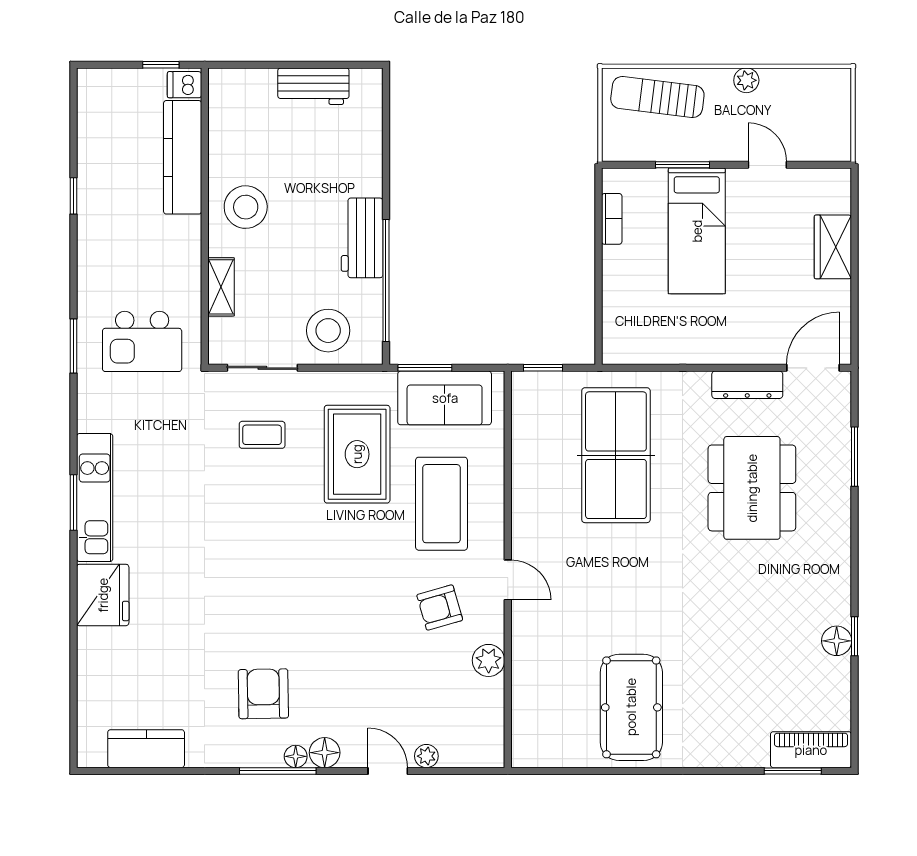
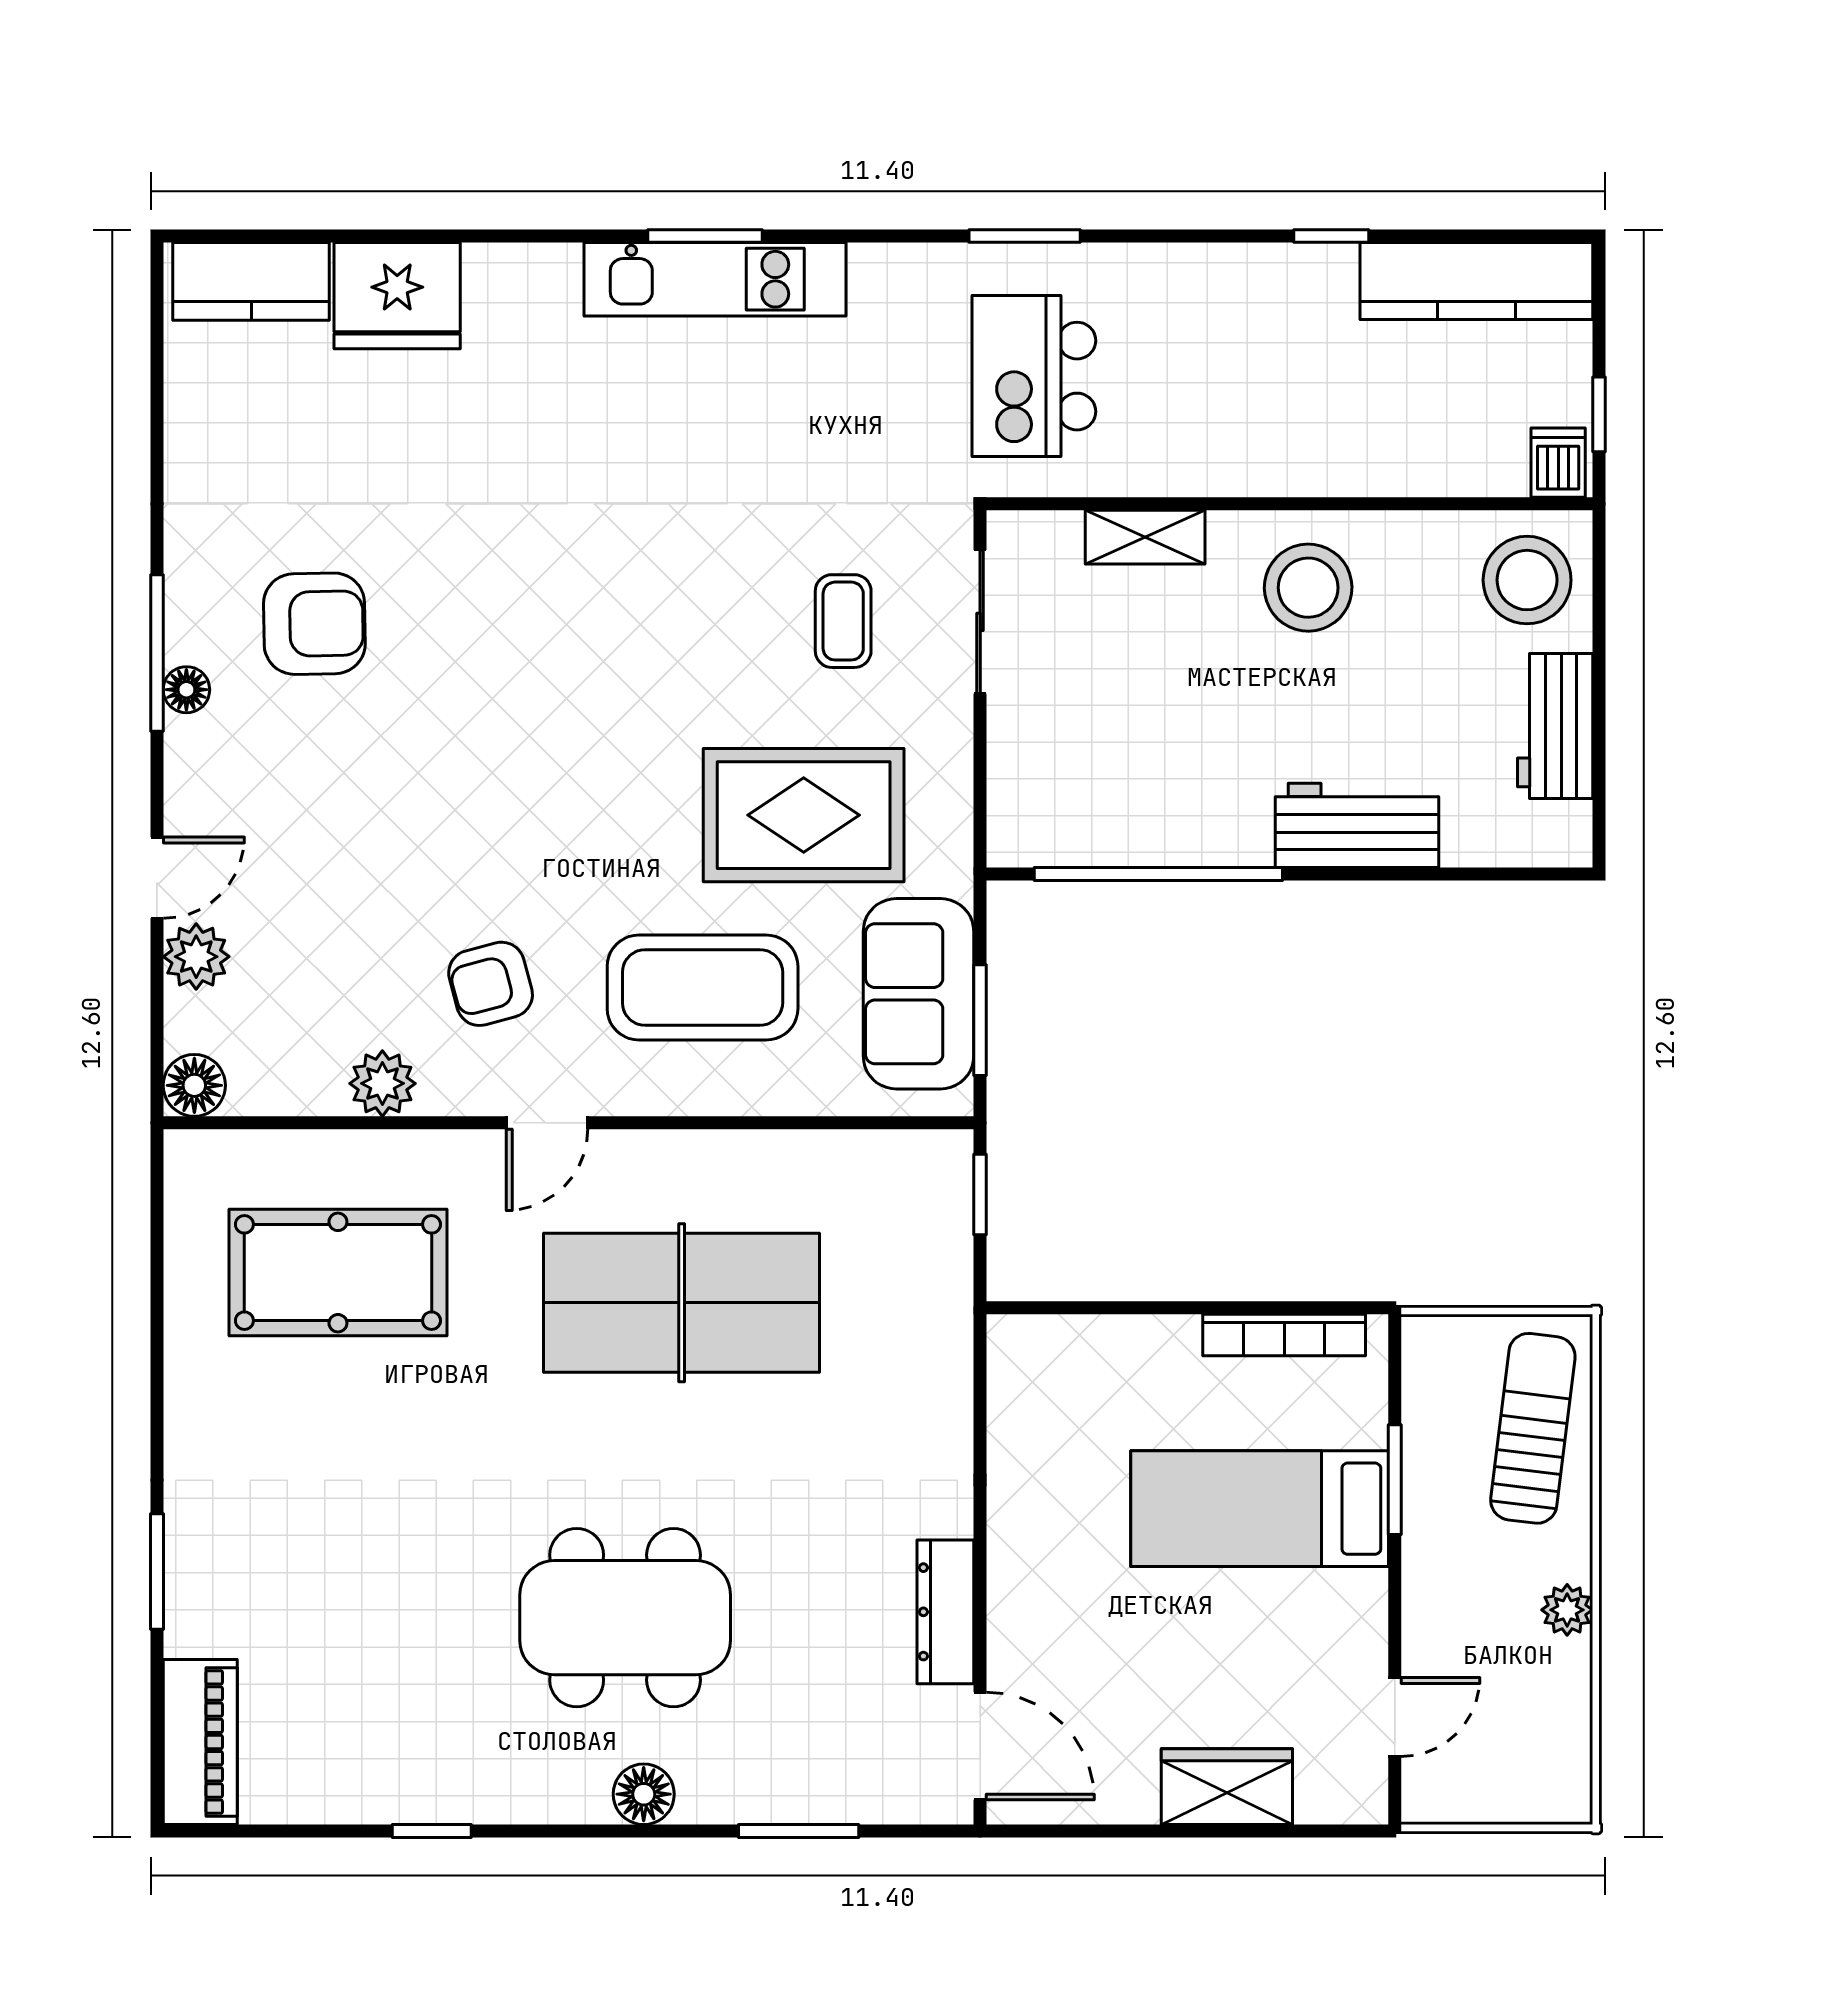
kitchen counter: (183, 157) -> (1476, 281), moved, turned 180
door: (767, 165) -> (1395, 1717), moved
bookcase: (612, 219) -> (1284, 1335), width x1.56
workbench: (362, 238) -> (1357, 825), moved
stool: (328, 331) -> (1527, 580), moved
window: (425, 368) -> (980, 1020), moved
table tennis table: (616, 455) -> (682, 1303), moved
dining table: (752, 488) -> (625, 1618), moved
fridge: (103, 595) -> (397, 296), moved
armchair: (440, 608) -> (491, 984), turned -89
floor lamp: (837, 641) -> (644, 1794), moved
pool table: (631, 707) -> (338, 1273), moved
kitchen counter: (146, 749) -> (251, 281), moved, turned 90
floor lamp: (325, 753) -> (194, 1085), moved
plant: (426, 756) -> (196, 957), width x1.38, depth x1.38
window: (793, 771) -> (157, 1572), moved

